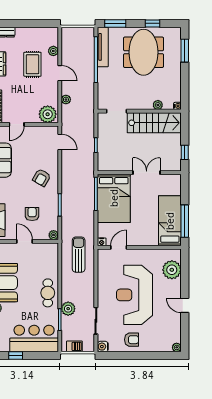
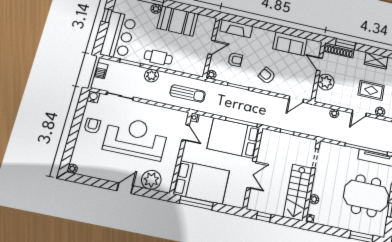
plant: (48, 114) -> (326, 82), moved
bed: (170, 221) -> (201, 182), width x1.50
door: (185, 305) -> (125, 188), moved
plant: (68, 309) -> (152, 75), moved
armchair: (132, 340) -> (92, 126), turned 180

